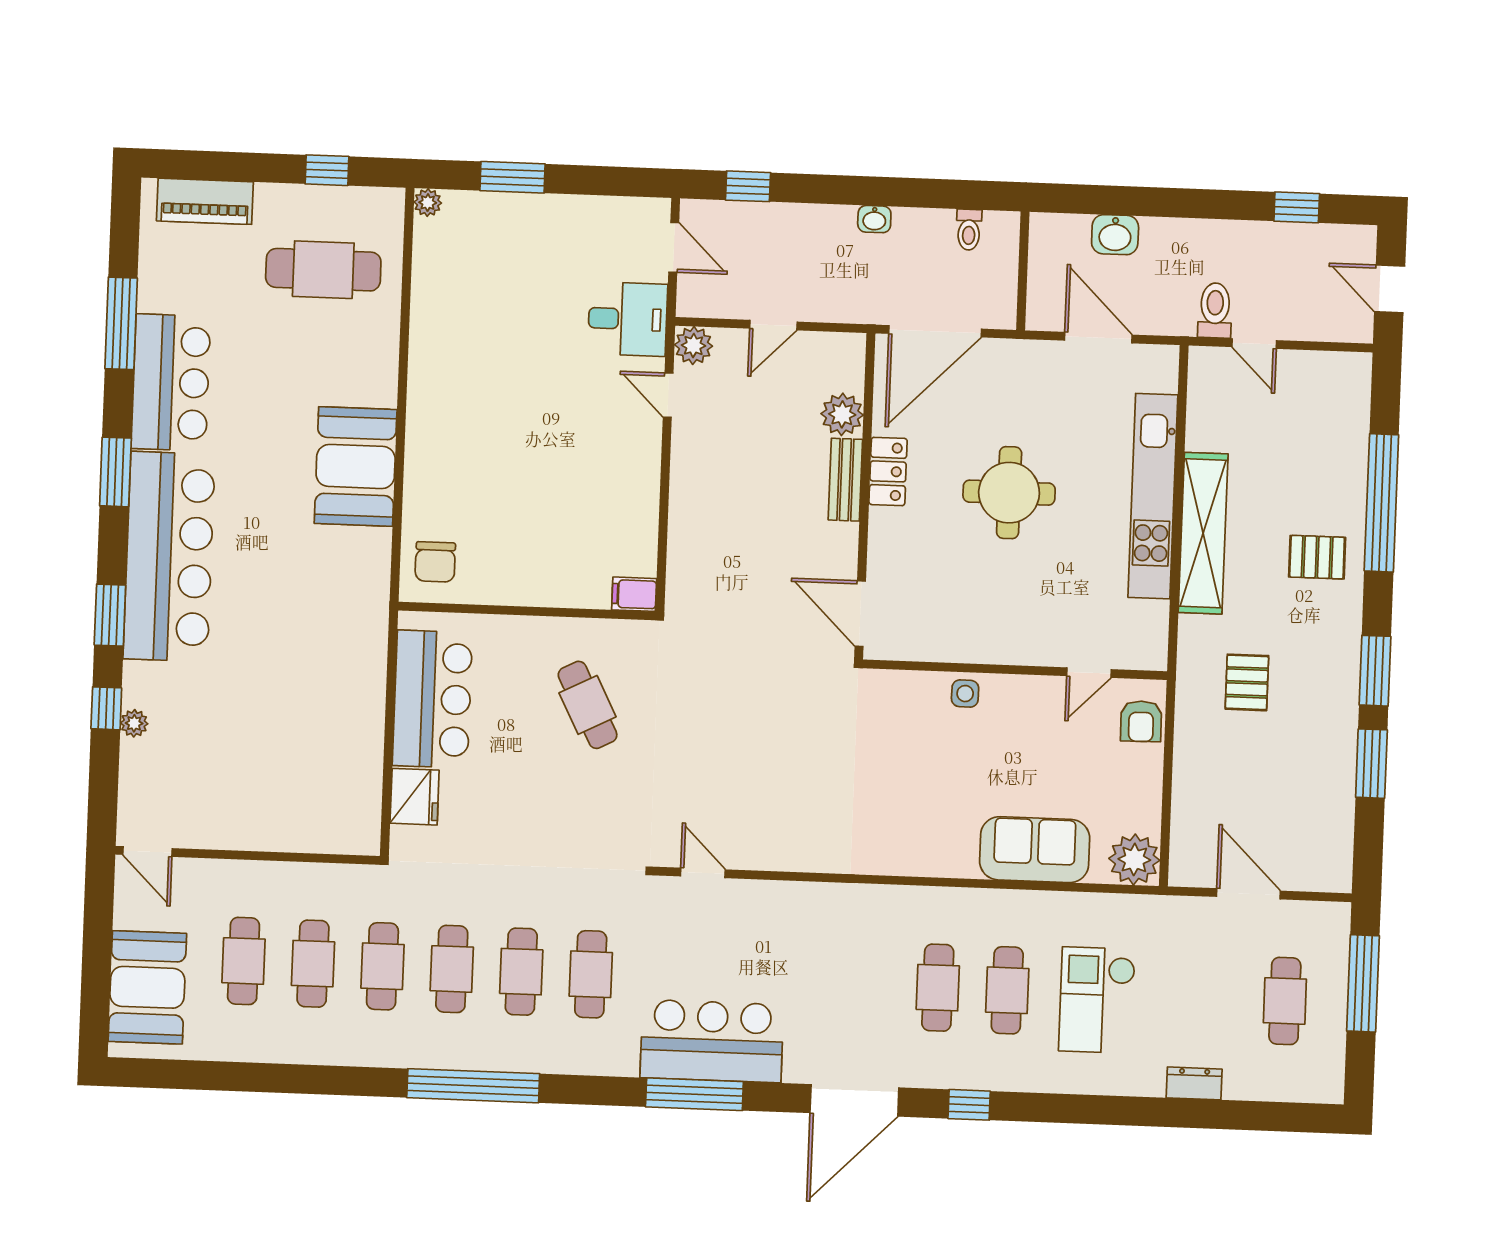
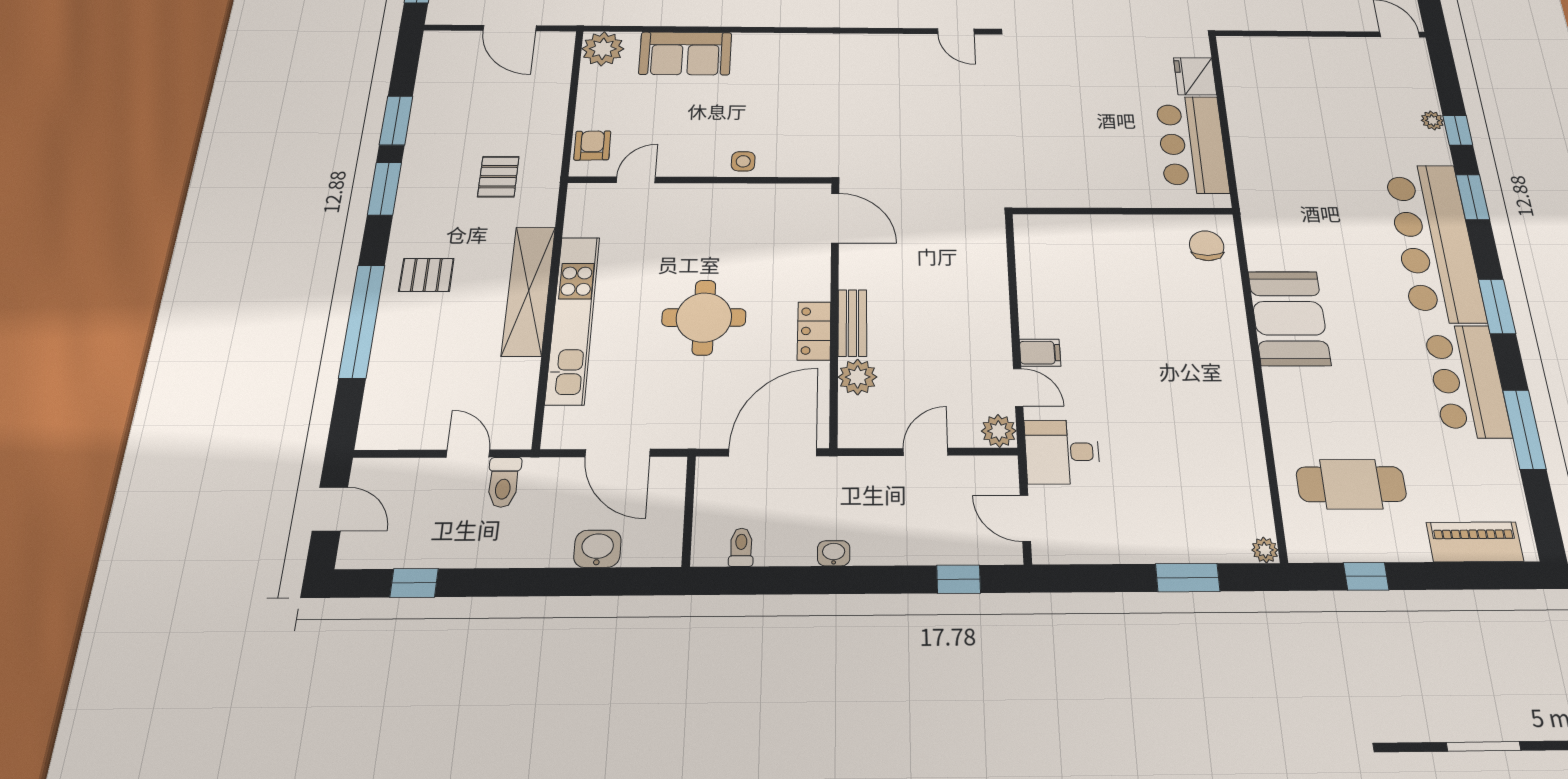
filing cabinet: (634, 594) -> (1040, 353), moved
cafe table: (588, 705) -> (1062, 144), removed

